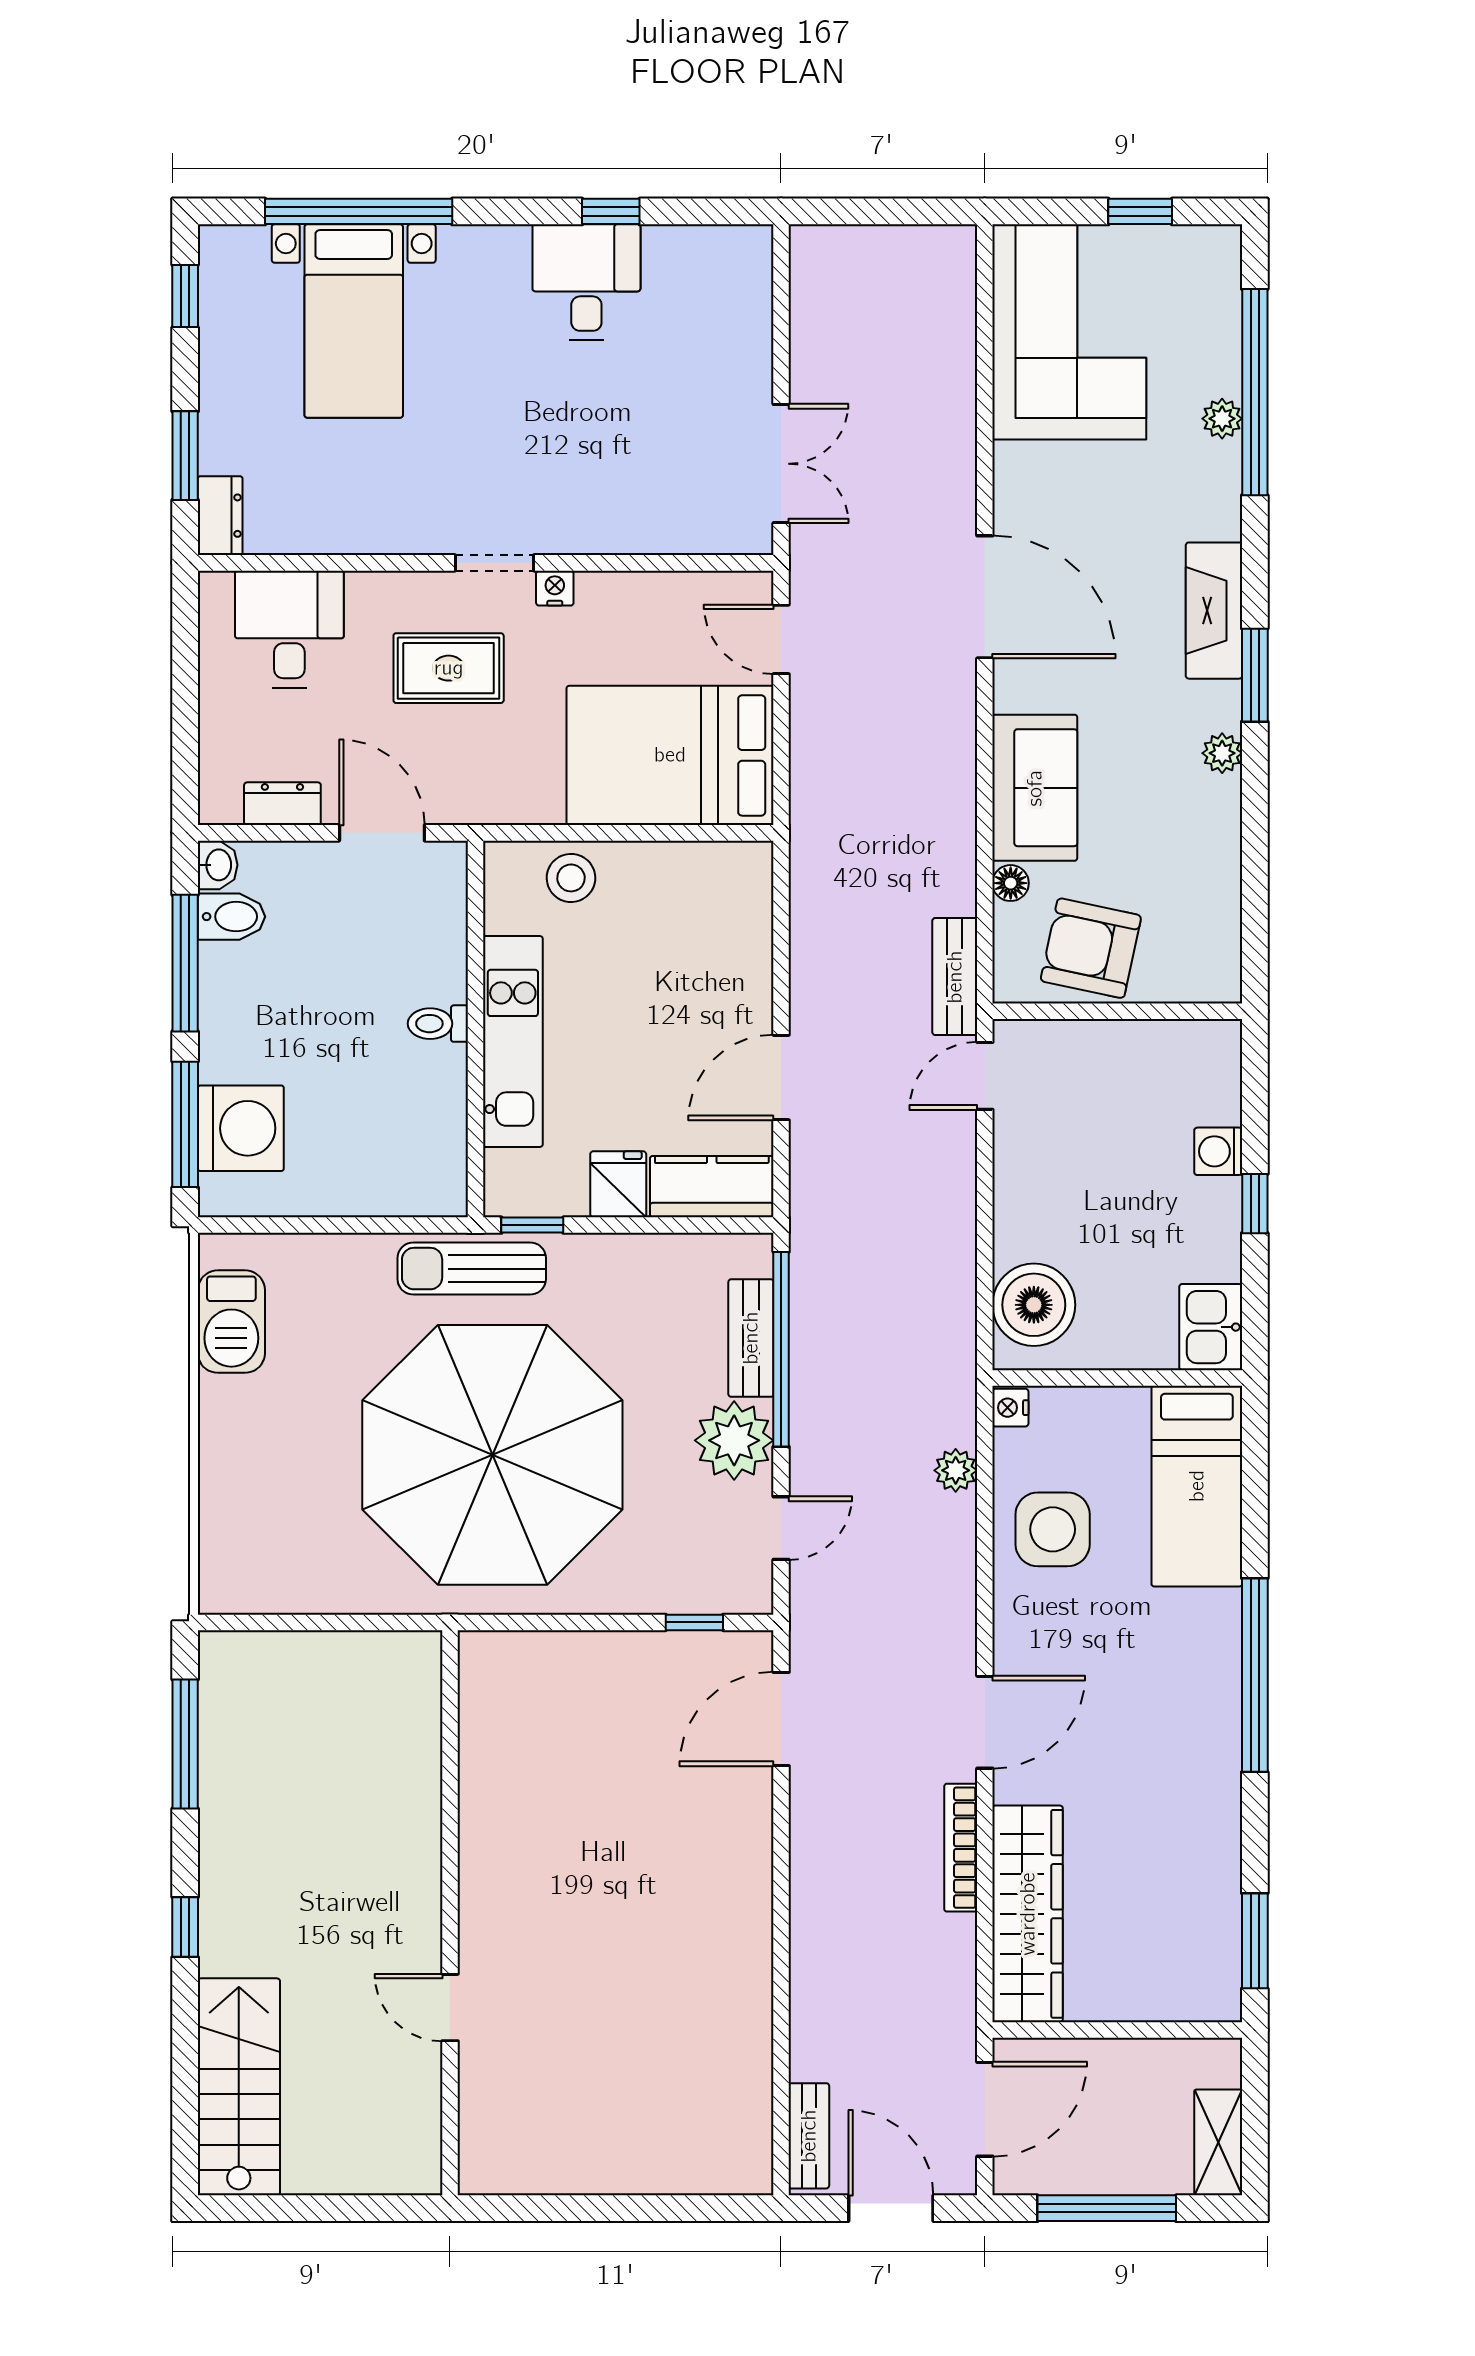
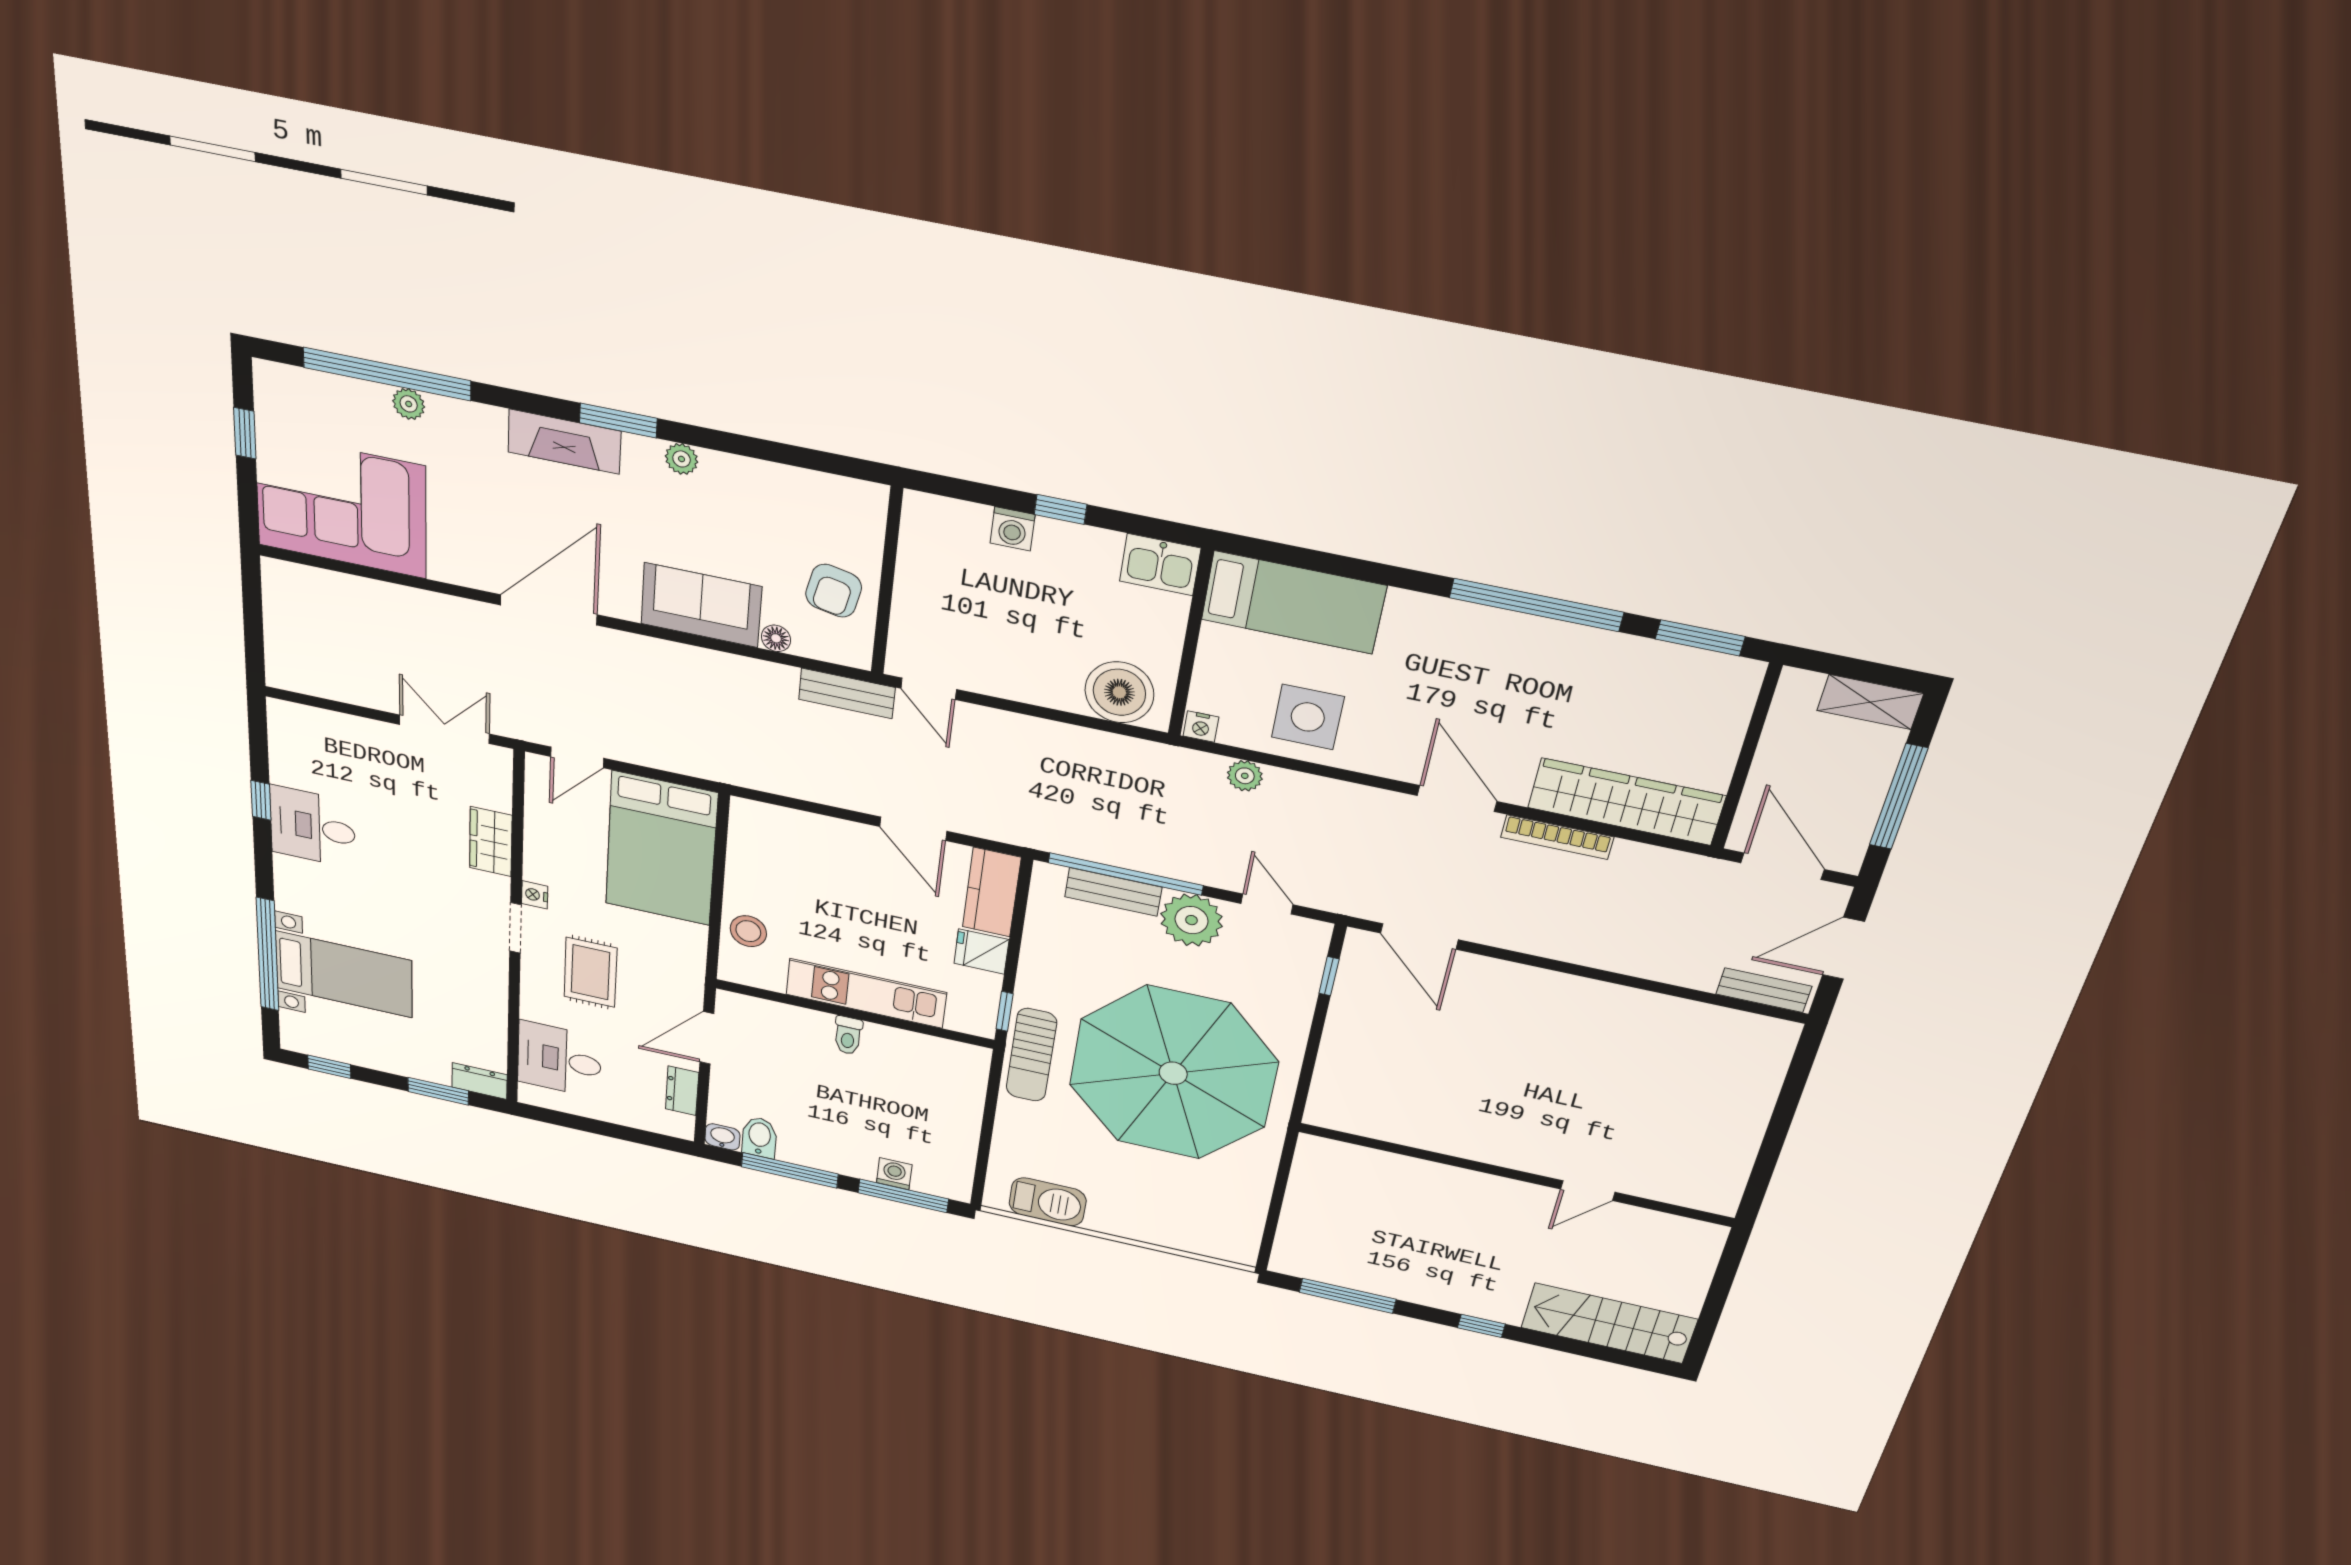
wardrobe: (624, 527) -> (491, 842), added
armchair: (1091, 948) -> (834, 591), width x0.72, depth x0.72
washing machine: (241, 1128) -> (894, 1174), width x0.53, depth x0.53
window: (1255, 1675) -> (1536, 605), moved

